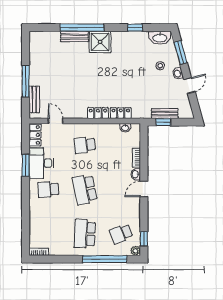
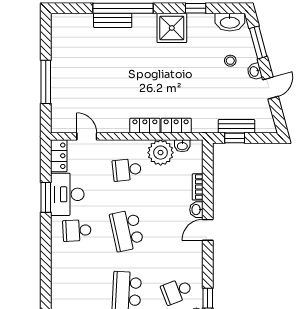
shower: (100, 42) -> (172, 28), moved
bench: (34, 99) -> (58, 107), removed
plant: (109, 133) -> (161, 153), added

